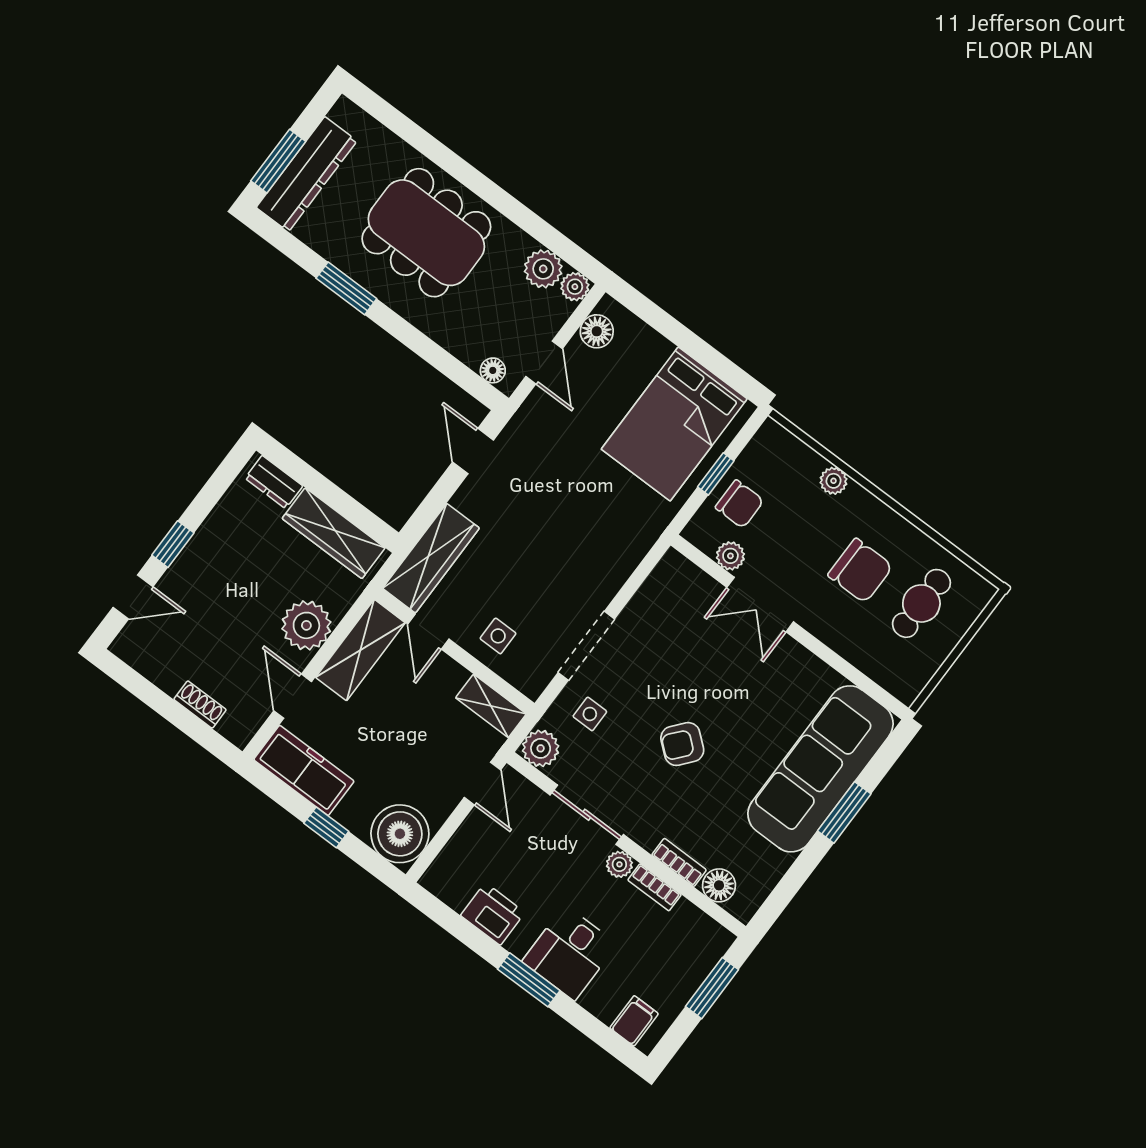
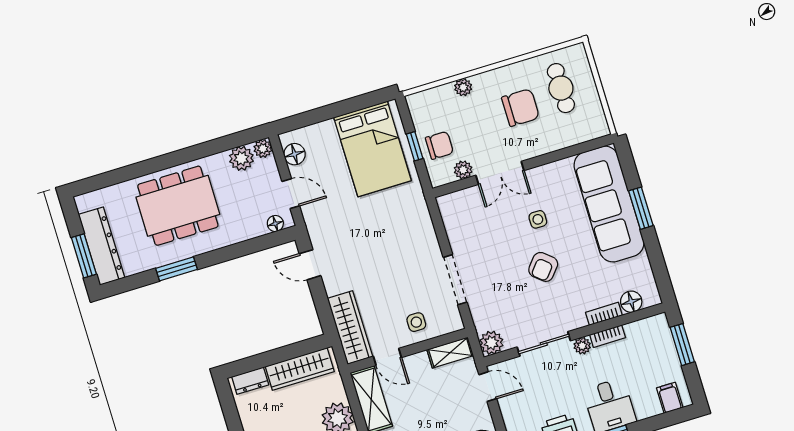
side table: (590, 714) -> (538, 219), moved

